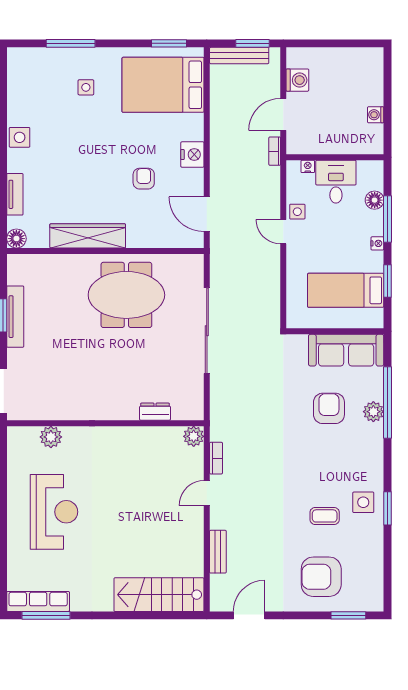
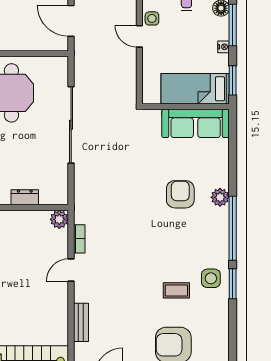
wall: (335, 331) -> (186, 107), moved
sofa: (346, 350) -> (196, 123), moved
window: (388, 402) -> (233, 228), moved

